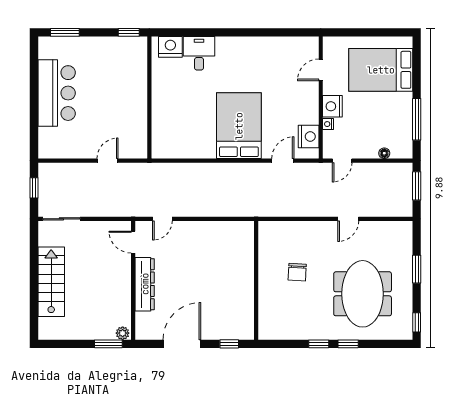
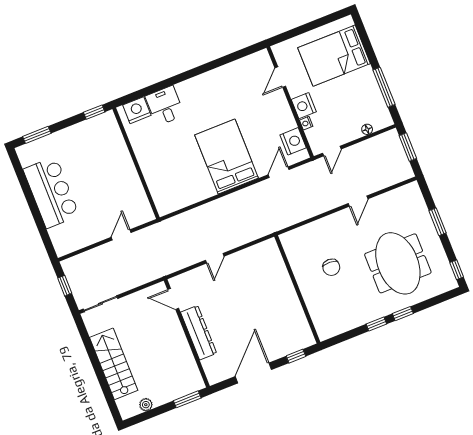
door: (162, 219) -> (215, 258), moved
plant: (123, 333) -> (146, 405), moved

